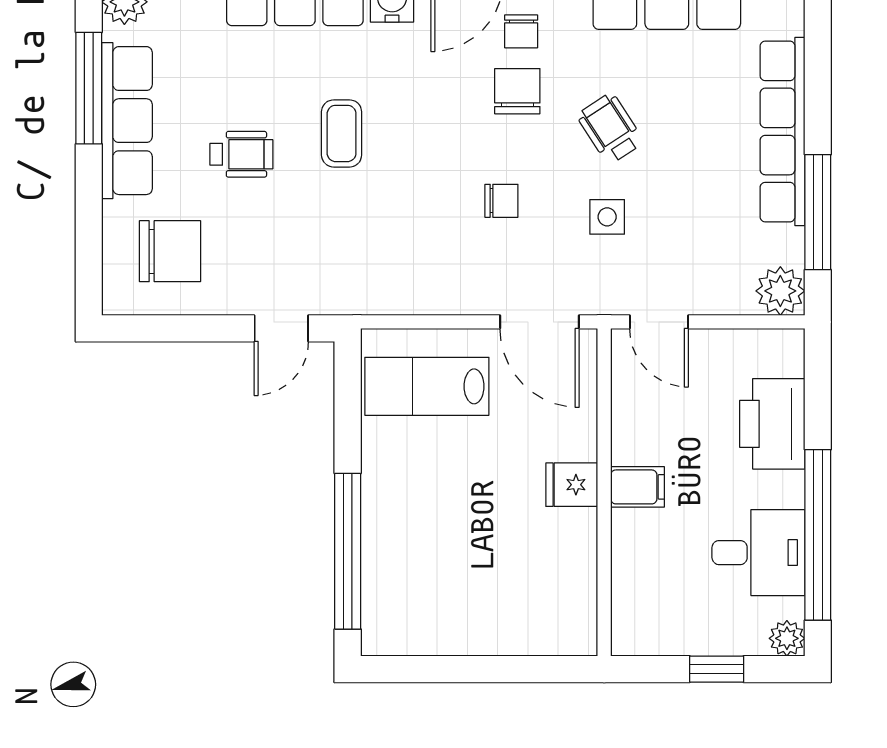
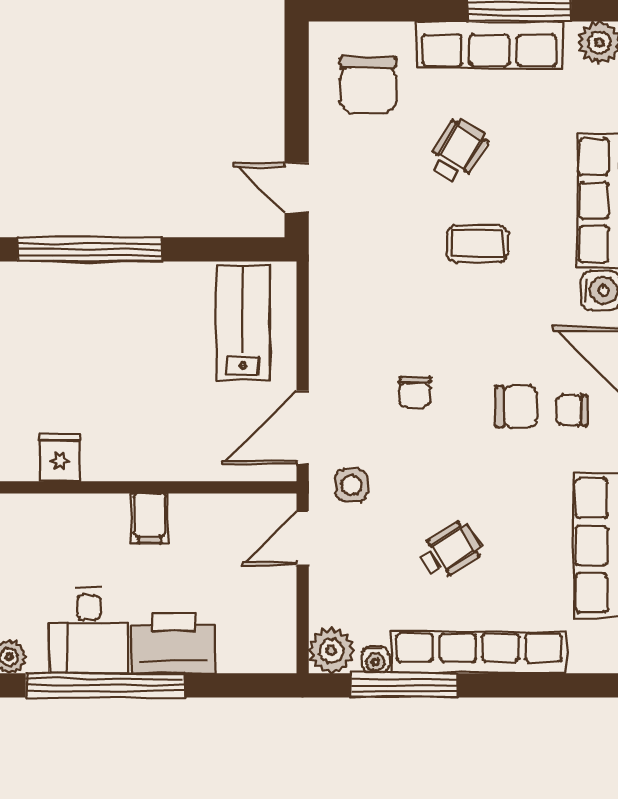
wheelchair: (610, 129) -> (450, 551), moved
wheelchair: (241, 154) -> (458, 151), turned -149
side table: (607, 217) -> (351, 485), moved
water cooler: (790, 243) -> (375, 660), added
printer: (772, 424) -> (174, 643), moved
fridge: (572, 485) -> (60, 457), moved

